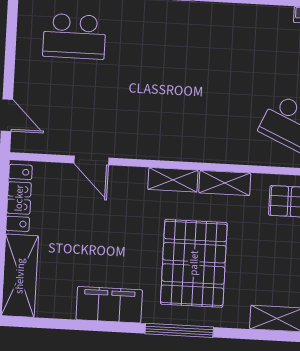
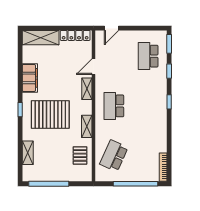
school desk: (182, 119) -> (114, 106), added
shelving: (173, 180) -> (87, 89), moved
window: (179, 330) -> (20, 110), width x0.46

